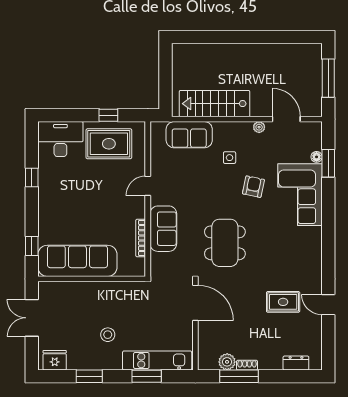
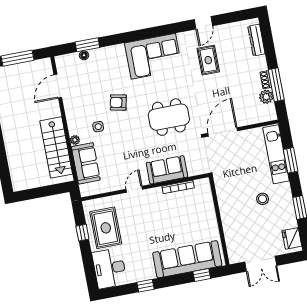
plant: (259, 127) -> (75, 140), moved
door: (148, 186) -> (134, 189), swing flipped
corner sofa: (300, 195) -> (153, 56), moved
sofa: (77, 261) -> (187, 259), moved, turned 90
dresser: (296, 363) -> (256, 40), width x1.44

